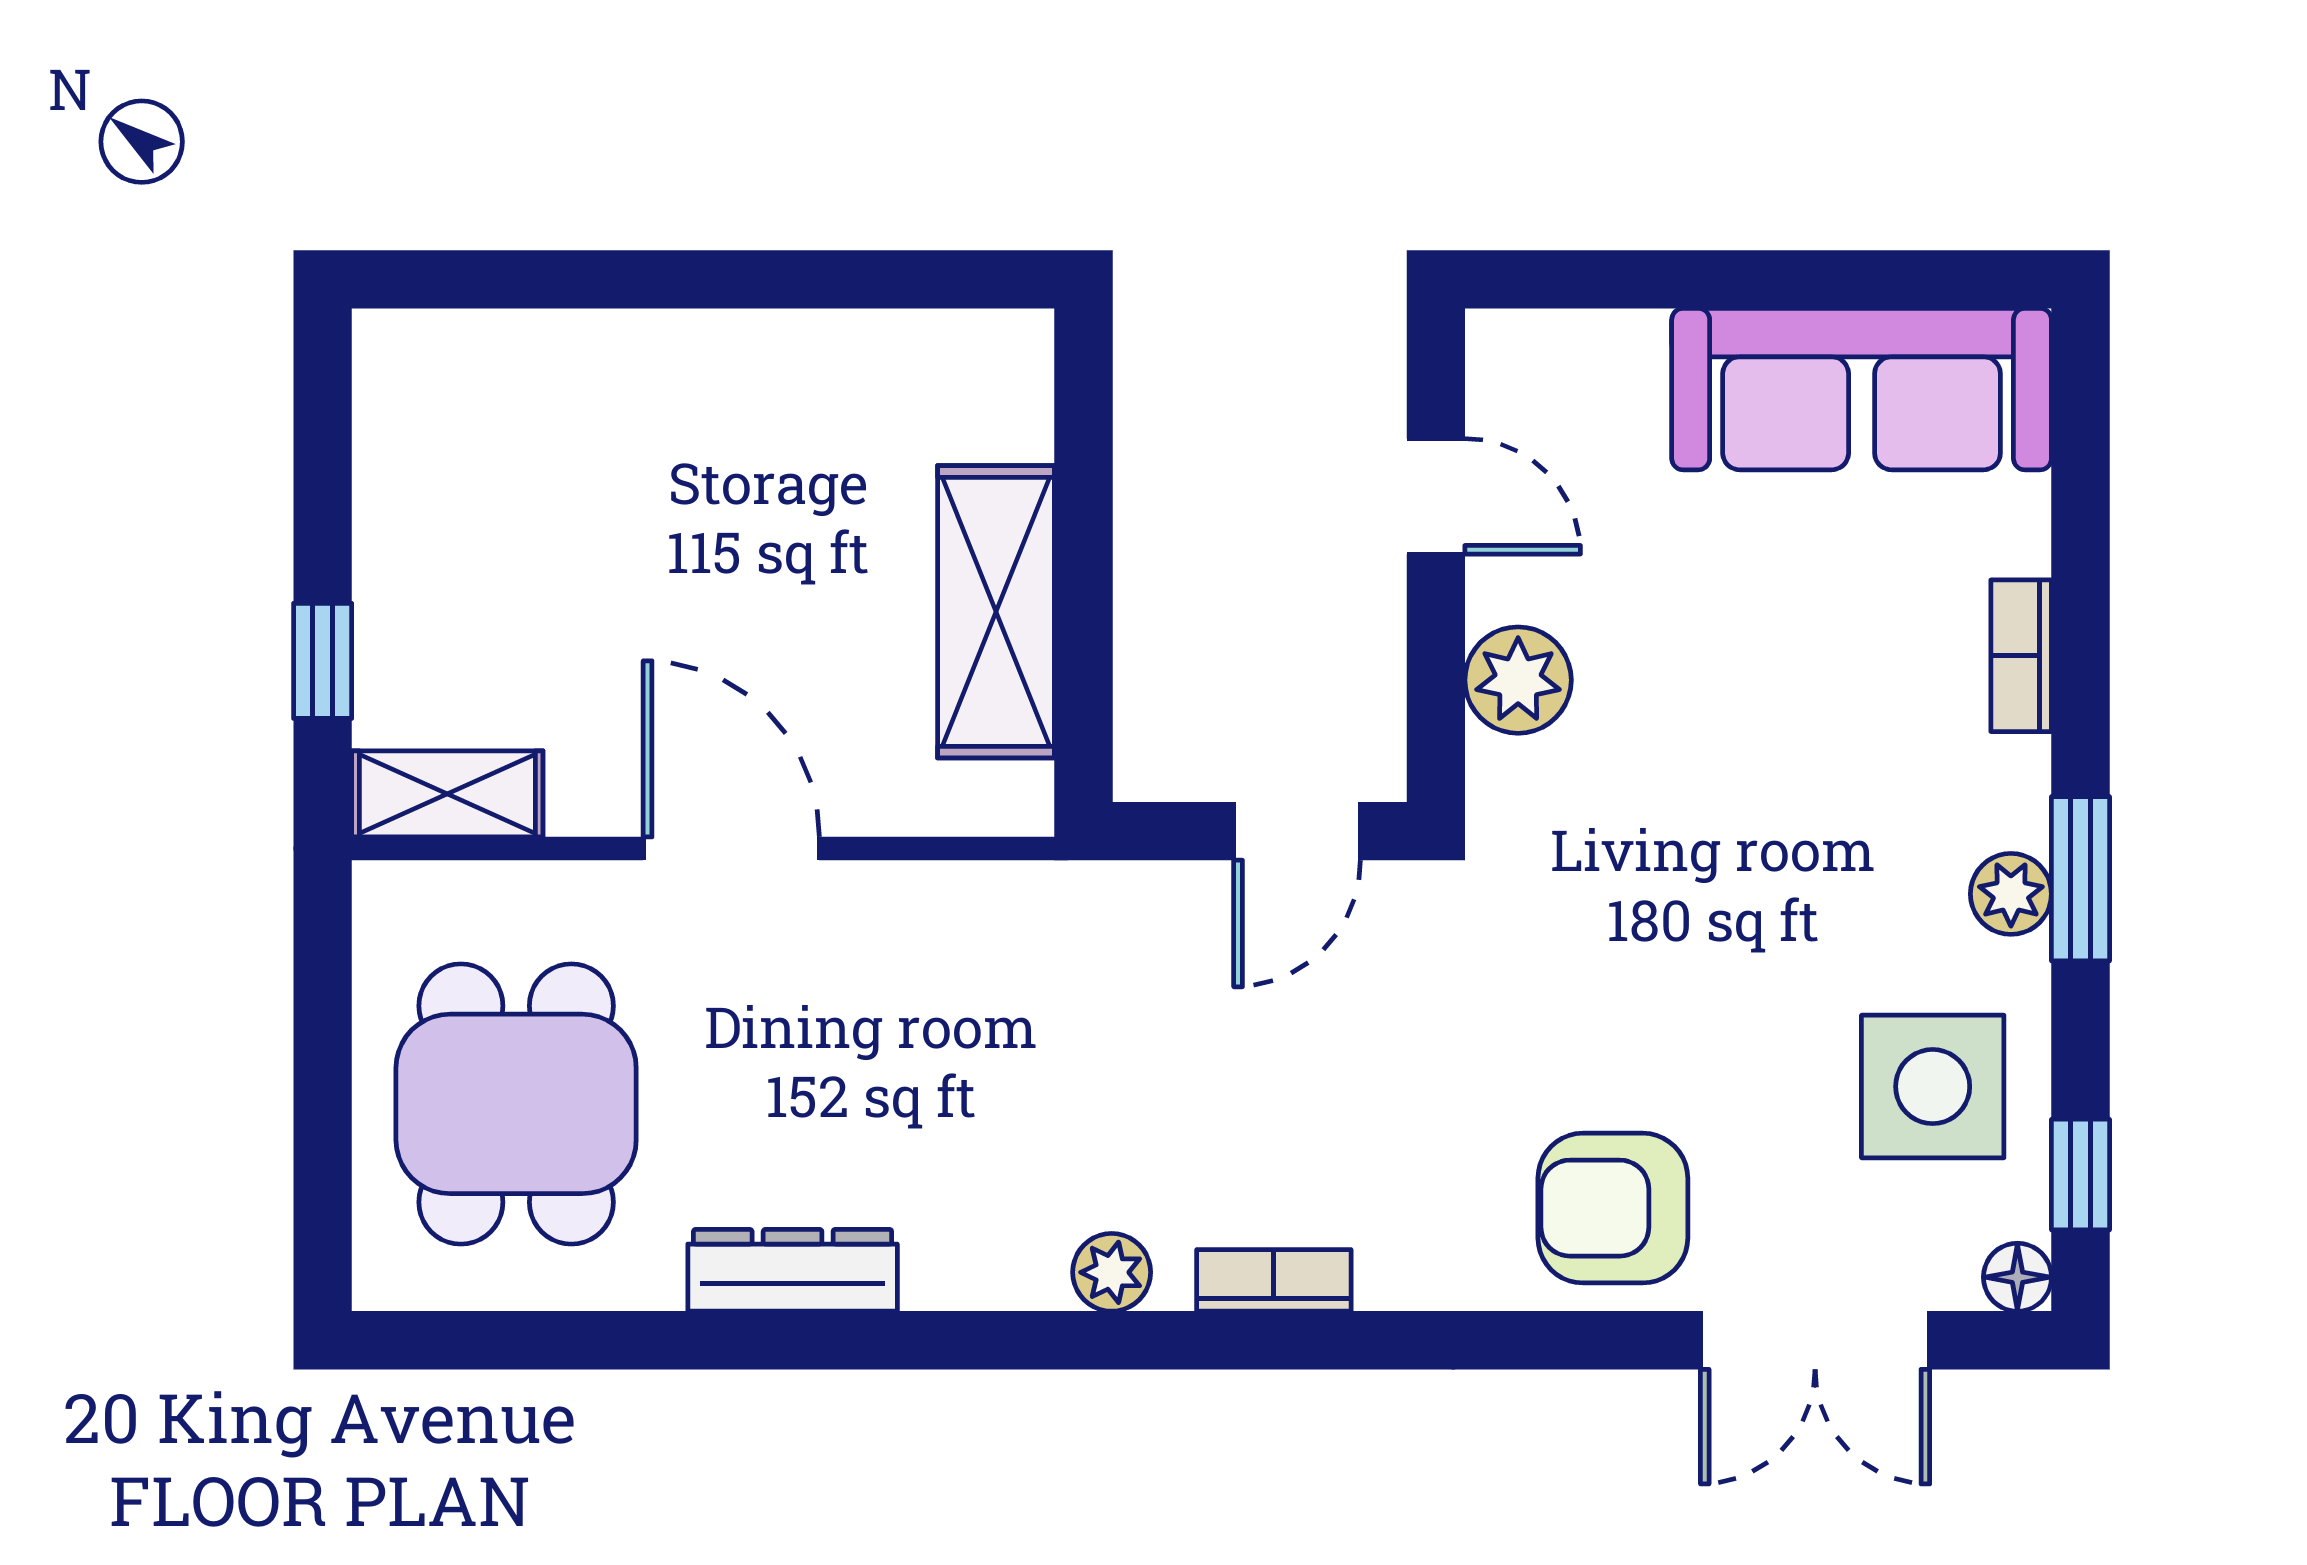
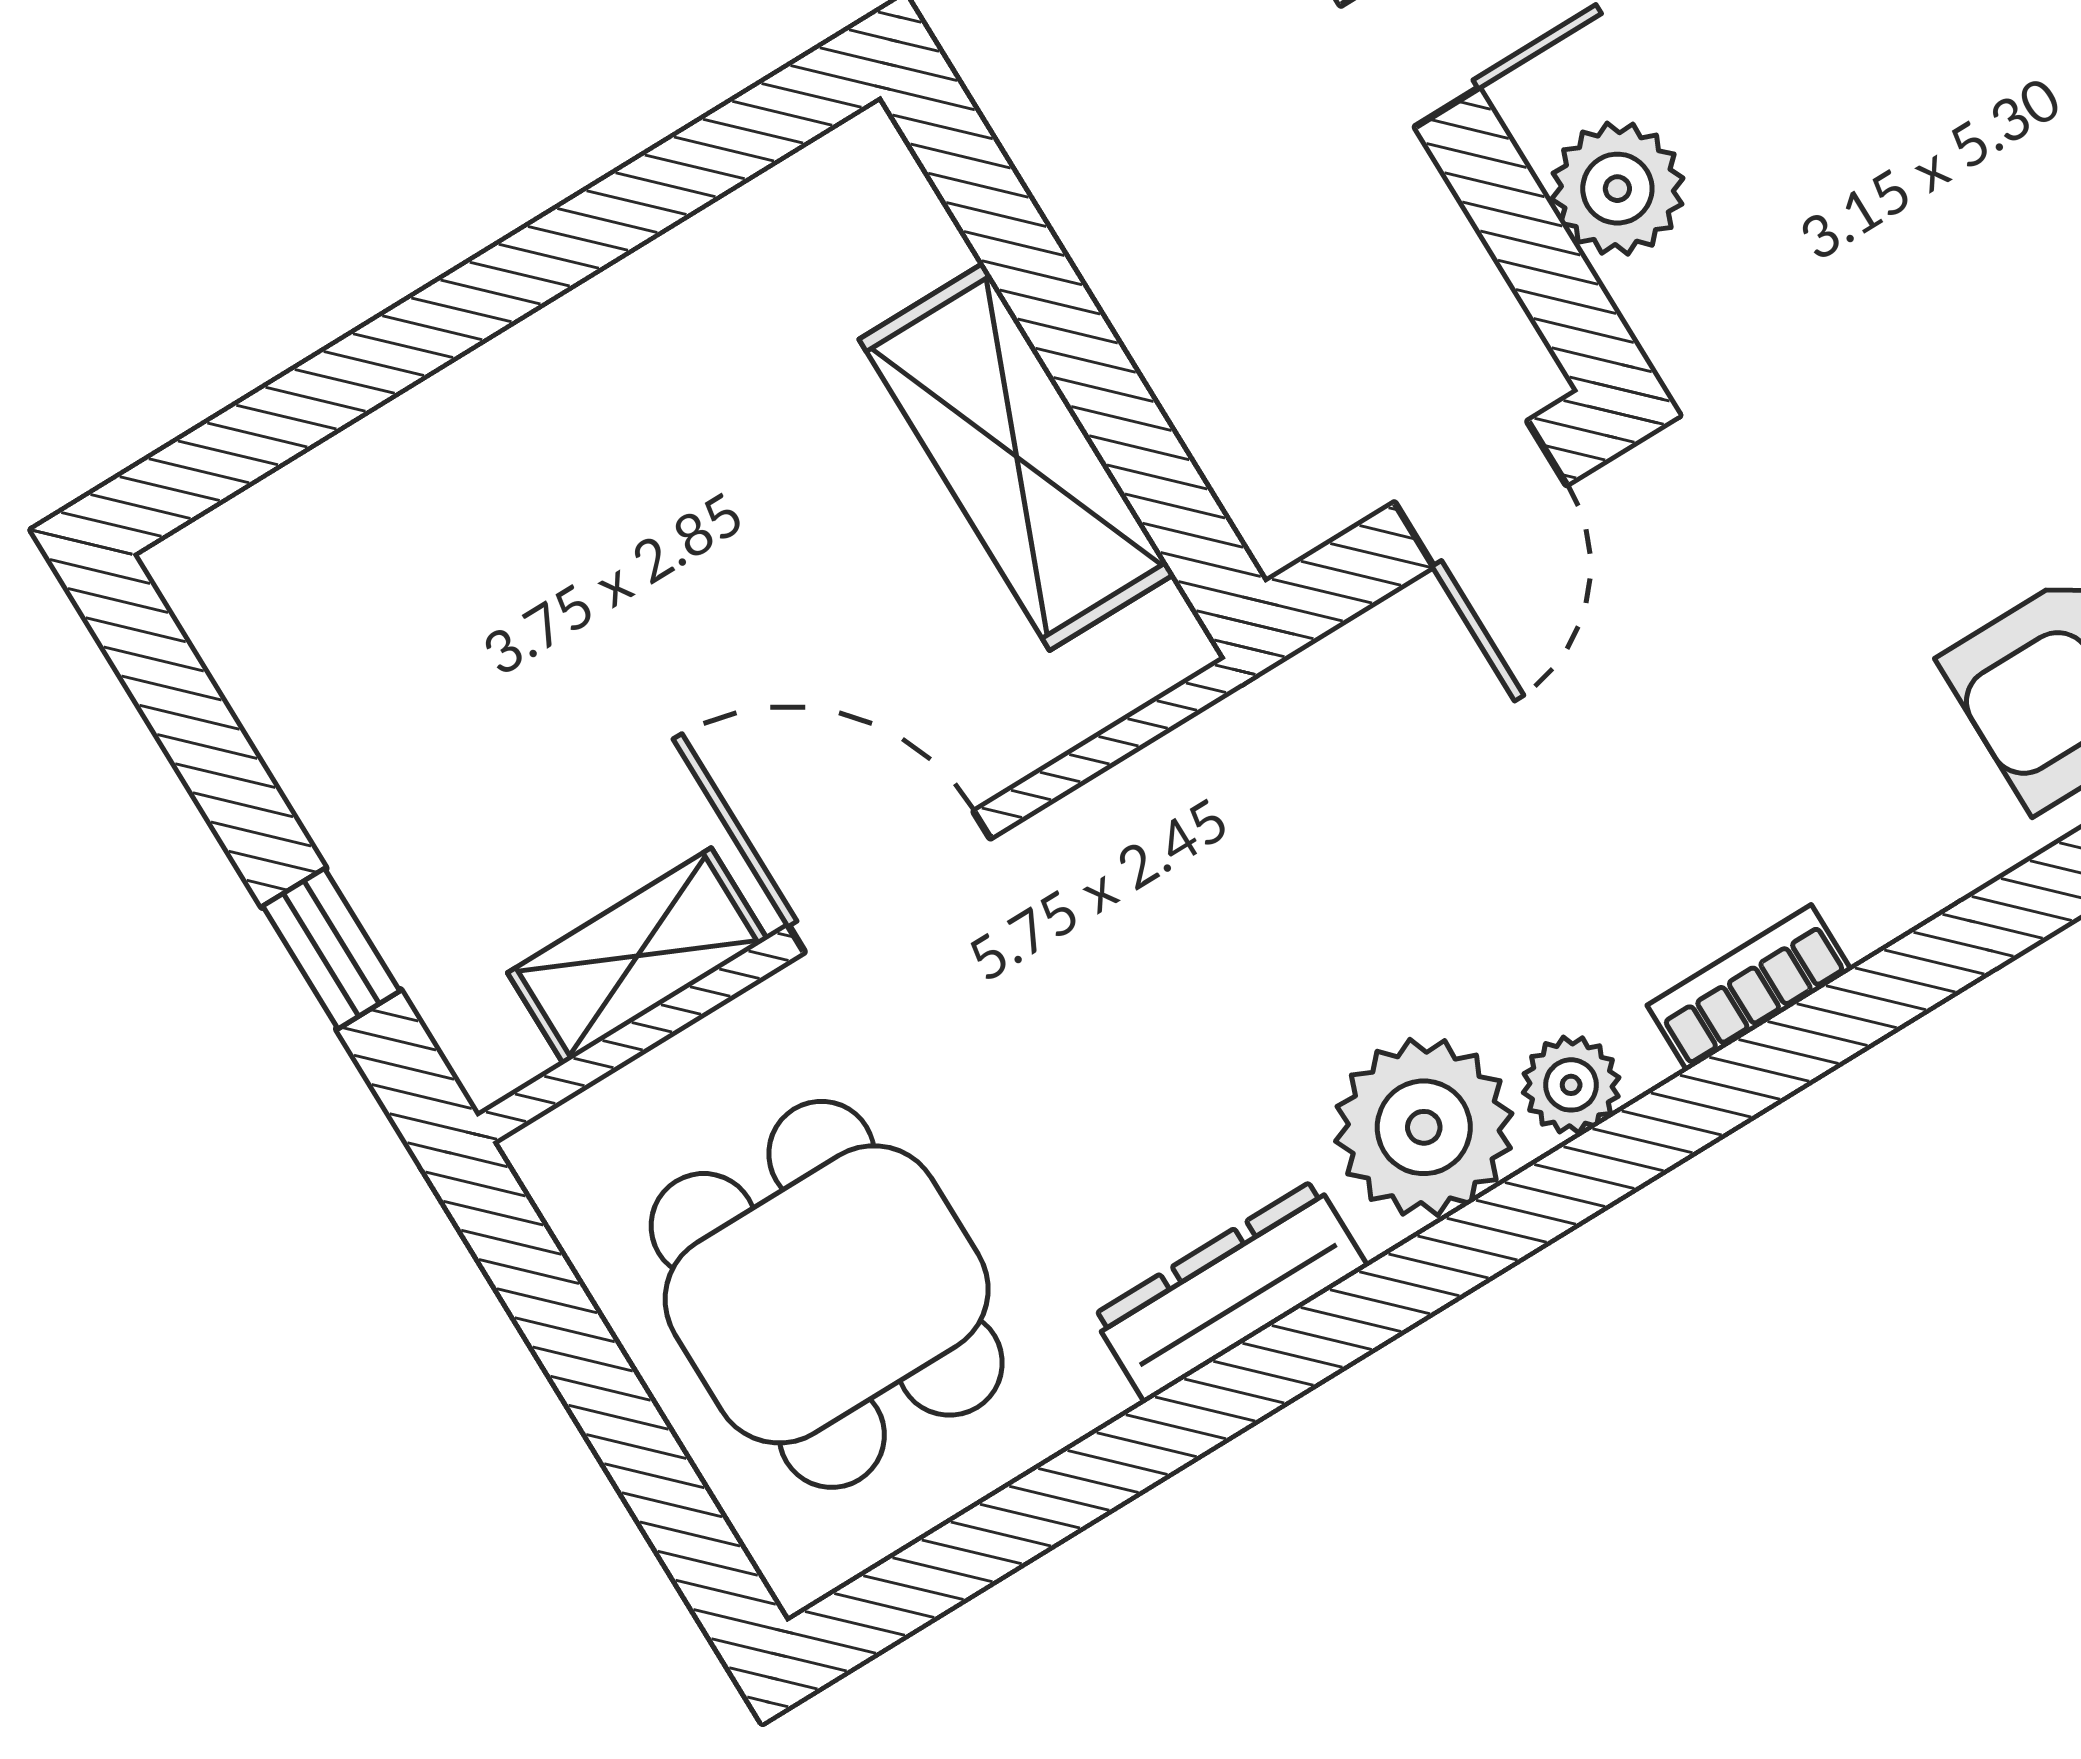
shelving: (447, 794) -> (637, 956), moved
plant: (993, 1240) -> (1424, 1127), added

